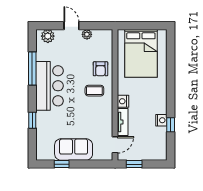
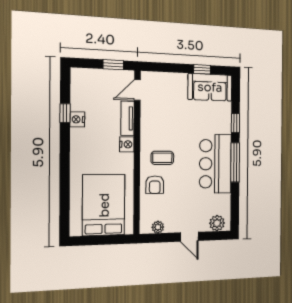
plant: (87, 34) -> (158, 227), moved
window: (32, 68) -> (235, 162), moved
armchair: (100, 69) -> (155, 185), turned 180
sofa: (74, 149) -> (210, 87), moved

